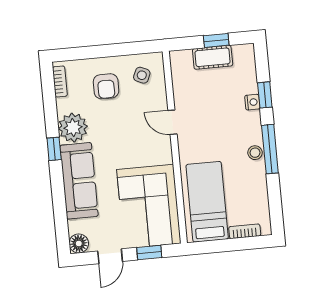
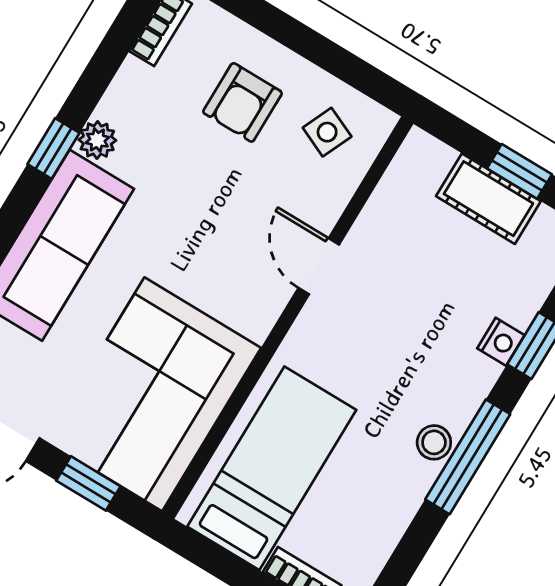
plant: (73, 128) -> (97, 140), width x0.53, depth x0.53

